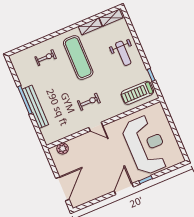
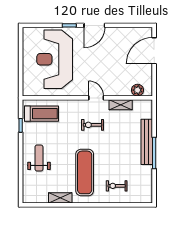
shelving: (111, 18) -> (121, 105), moved

